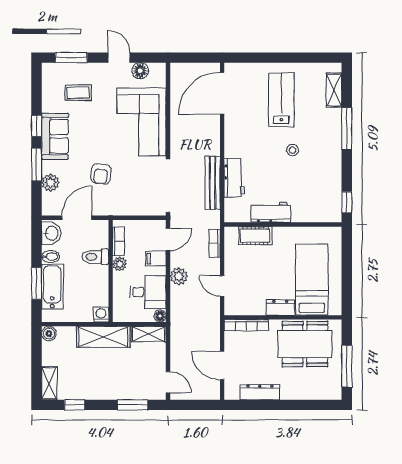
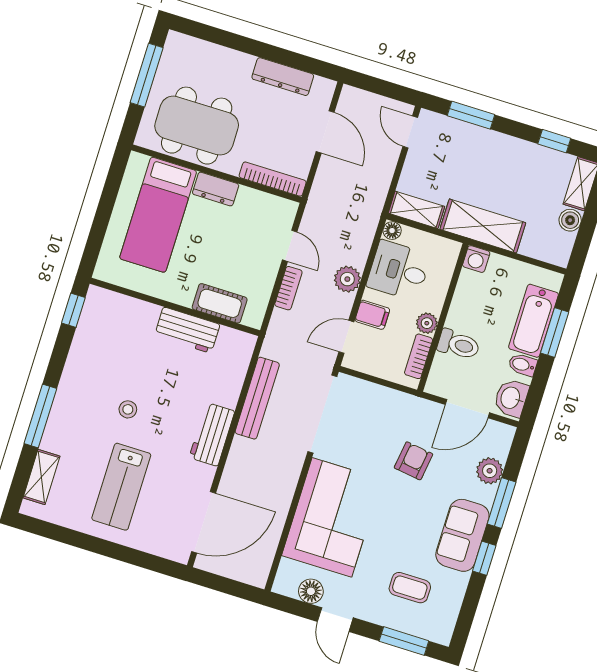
workbench: (234, 178) -> (212, 434), moved
bookcase: (214, 243) -> (288, 288), moved
boiler: (49, 334) -> (570, 220), moved

